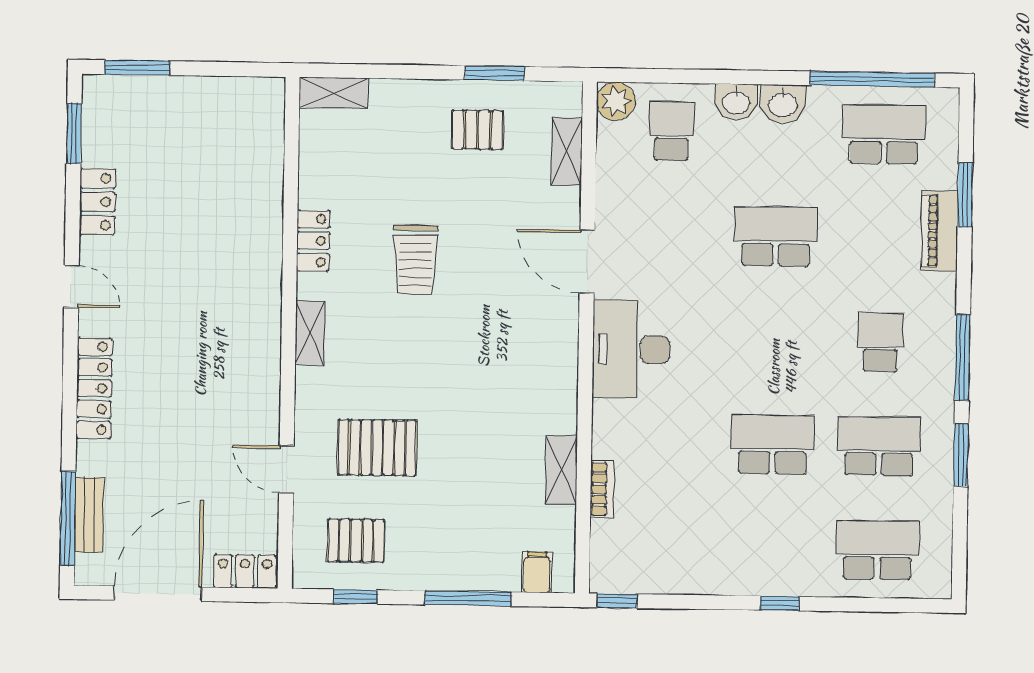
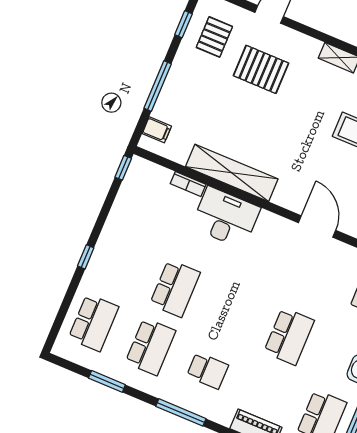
door: (587, 262) -> (317, 227), hinge flipped
desk: (631, 349) -> (226, 217), moved
pallet: (377, 448) -> (261, 69), turned 90
window: (961, 455) -> (107, 381), moved
shelving: (561, 470) -> (232, 173), width x2.20, depth x1.33

